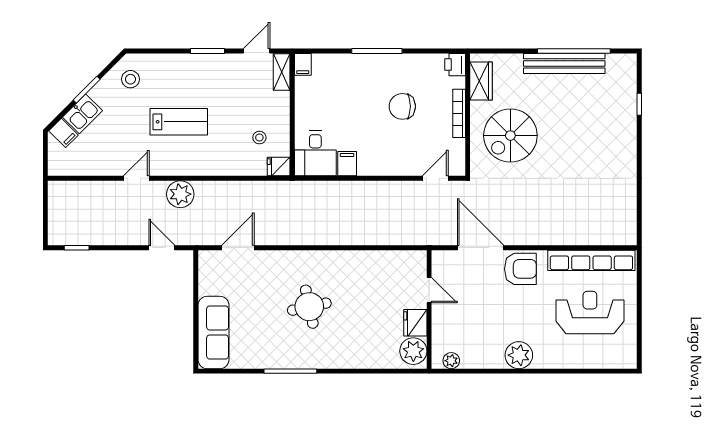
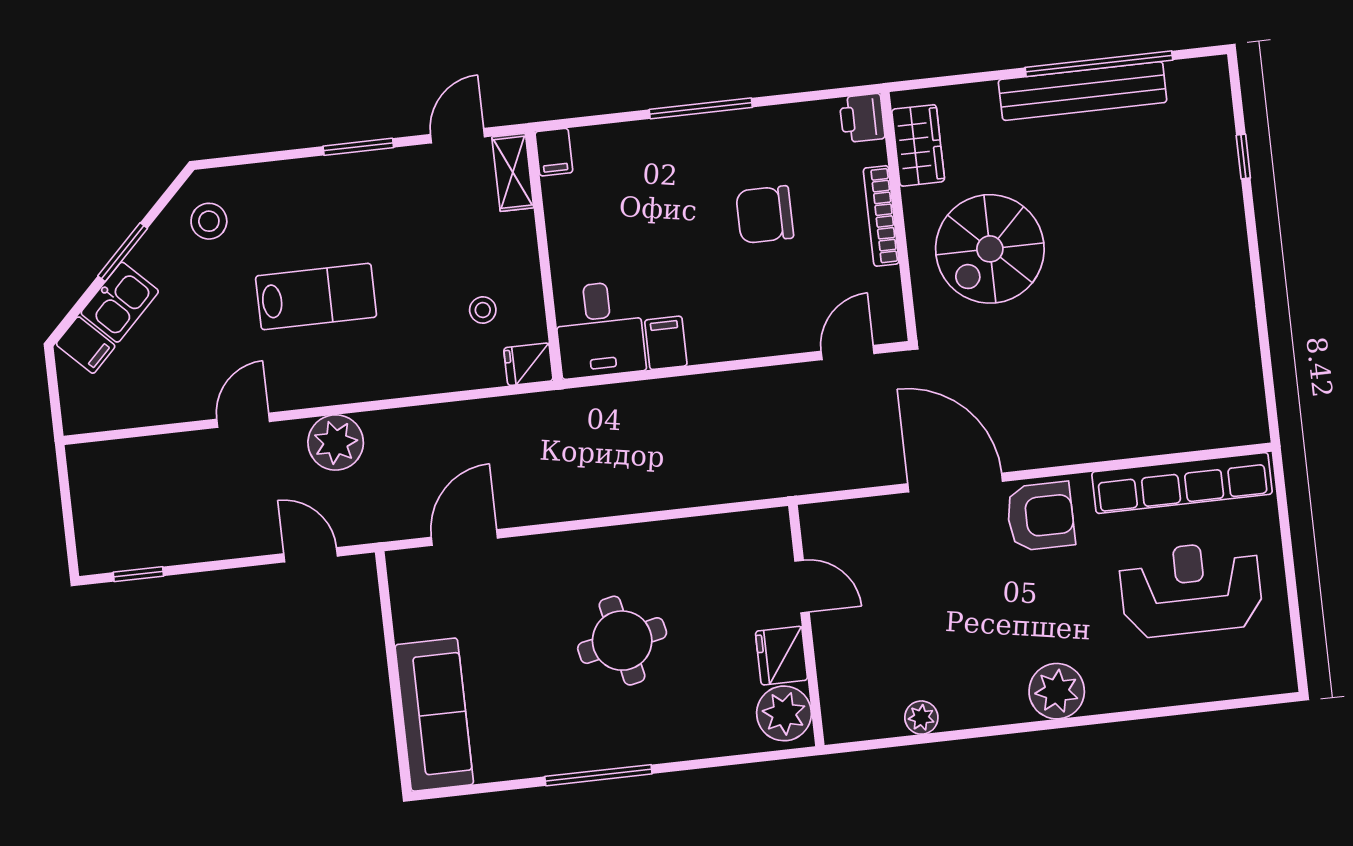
door: (429, 290) -> (802, 587), moved
wall: (429, 309) -> (806, 626), moved
fridge: (415, 323) -> (782, 656), moved
plant: (413, 351) -> (784, 713), moved

